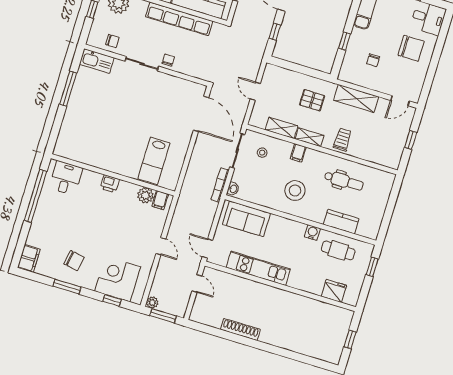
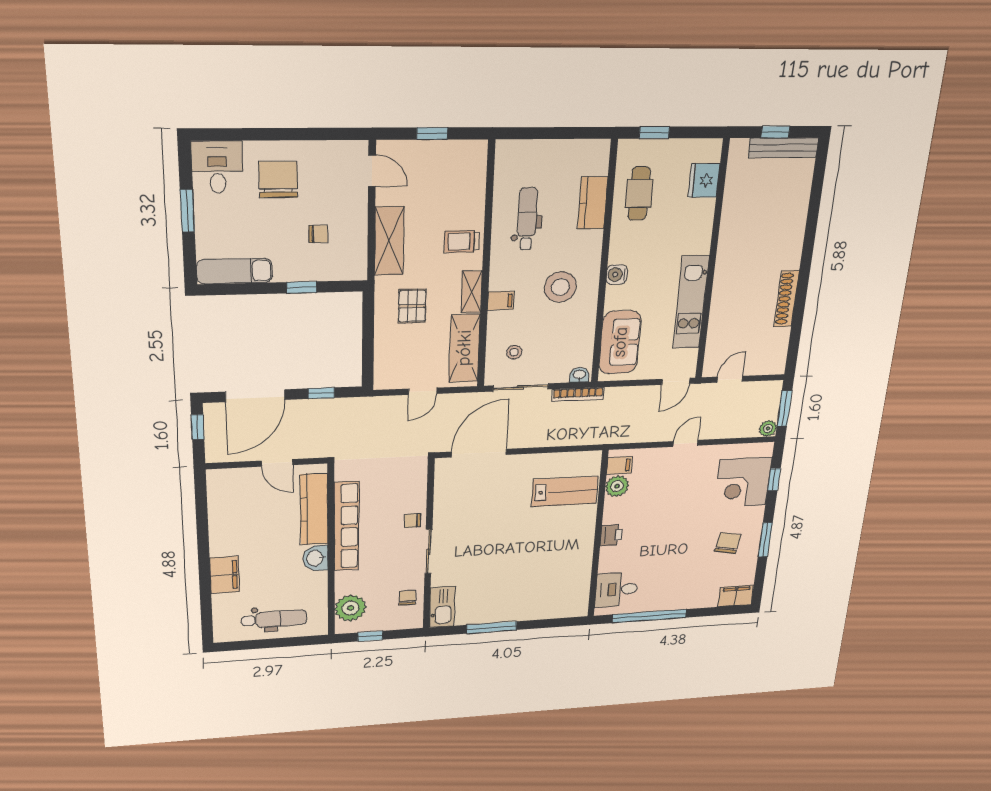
shelving: (281, 128) -> (464, 348), width x1.50, depth x1.33
water cooler: (312, 233) -> (617, 275), moved
bench: (339, 343) -> (783, 148), added

